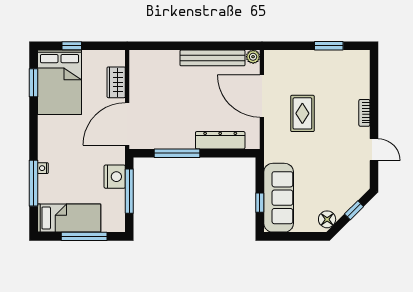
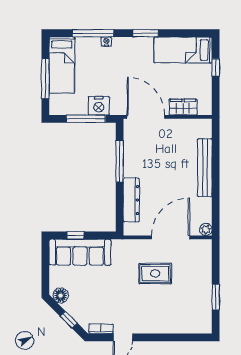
bench: (212, 58) -> (205, 168), moved
bed: (60, 82) -> (183, 50), width x0.67
window: (33, 83) -> (146, 33), moved
bookcase: (364, 113) -> (101, 329), moved

